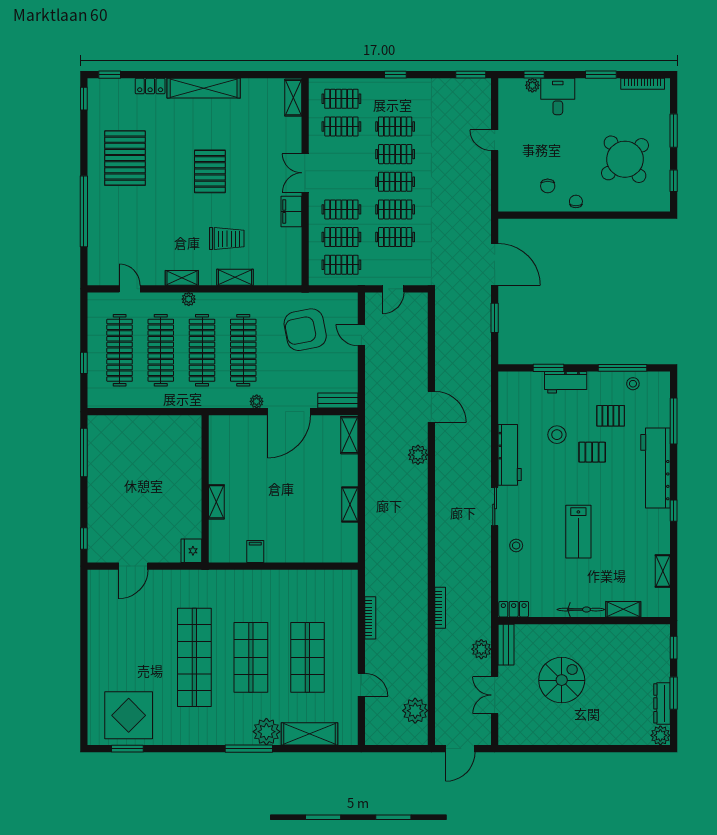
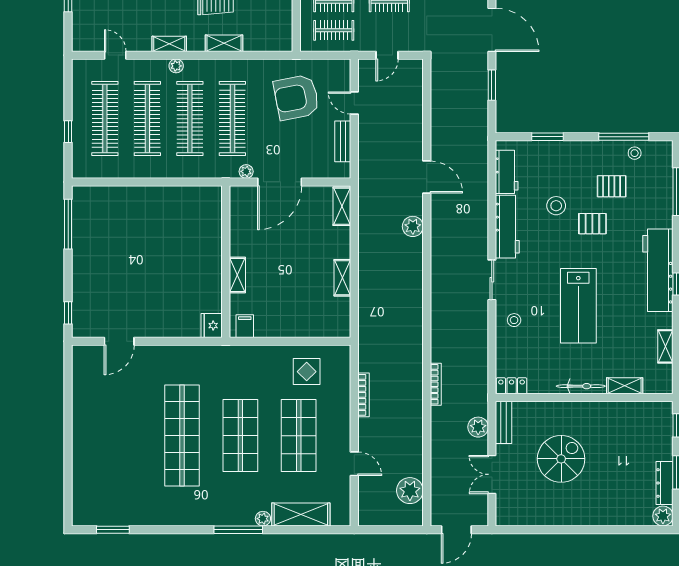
workbench: (566, 382) -> (507, 172), moved, turned -90
bench: (338, 401) -> (343, 141), moved, turned 90
workbench: (656, 468) -> (658, 270), moved
wall: (205, 489) -> (226, 262), moved
shelving: (216, 502) -> (237, 275), moved
lab bench: (578, 532) -> (578, 306), width x1.36, depth x1.39
fridge: (191, 551) -> (212, 326), moved
display table: (129, 715) -> (307, 372), moved, width x0.54, depth x0.54
plant: (266, 732) -> (263, 519), width x0.53, depth x0.53

